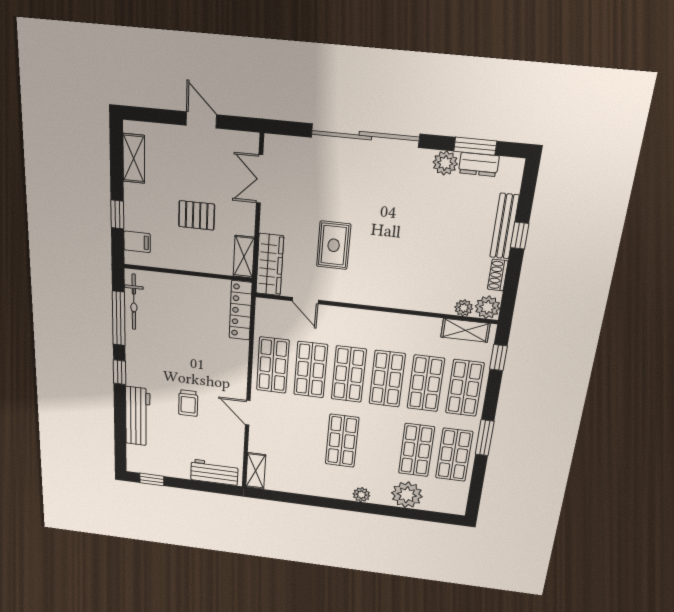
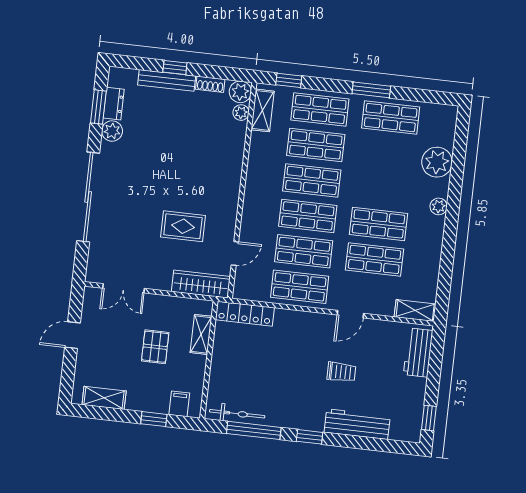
shelving: (244, 257) -> (201, 334), moved, turned 90
shop shelf: (416, 450) -> (374, 259), moved

